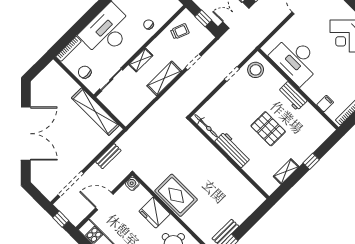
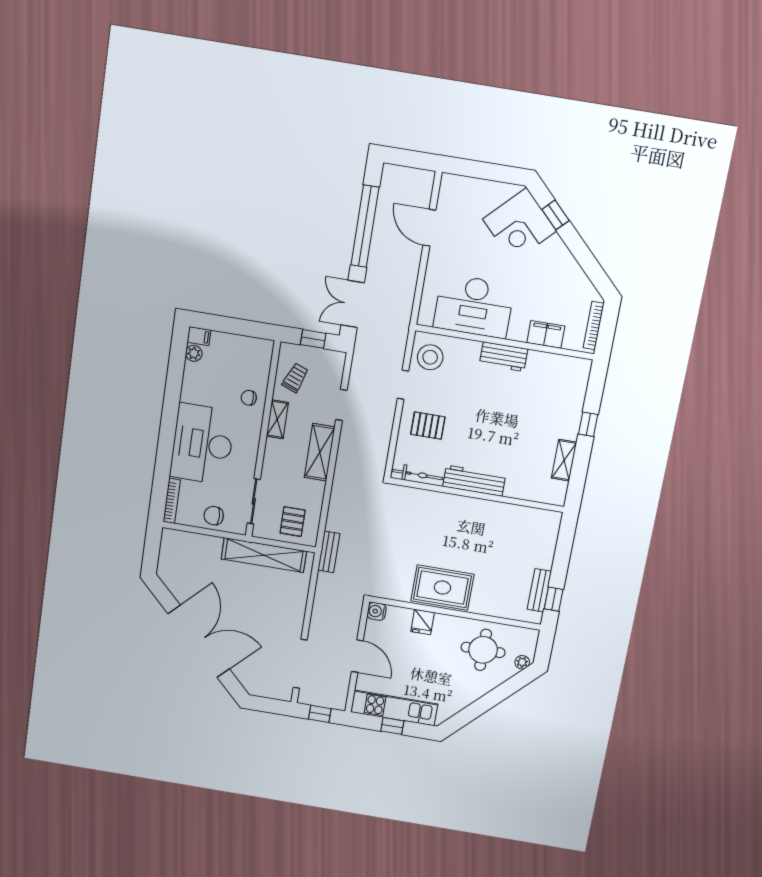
shelving: (141, 60) -> (277, 419), moved
filing cabinet: (325, 104) -> (546, 334), width x2.00
pallet: (124, 105) -> (293, 522), added
pallet: (268, 129) -> (428, 426), moved, width x0.67, depth x0.71
bench: (108, 156) -> (329, 552), moved
door: (104, 201) -> (357, 656), swing flipped
fridge: (155, 213) -> (423, 622), width x0.53, depth x0.75

